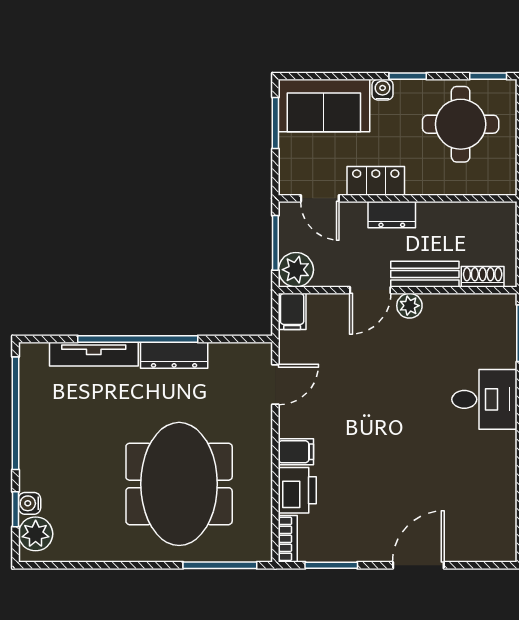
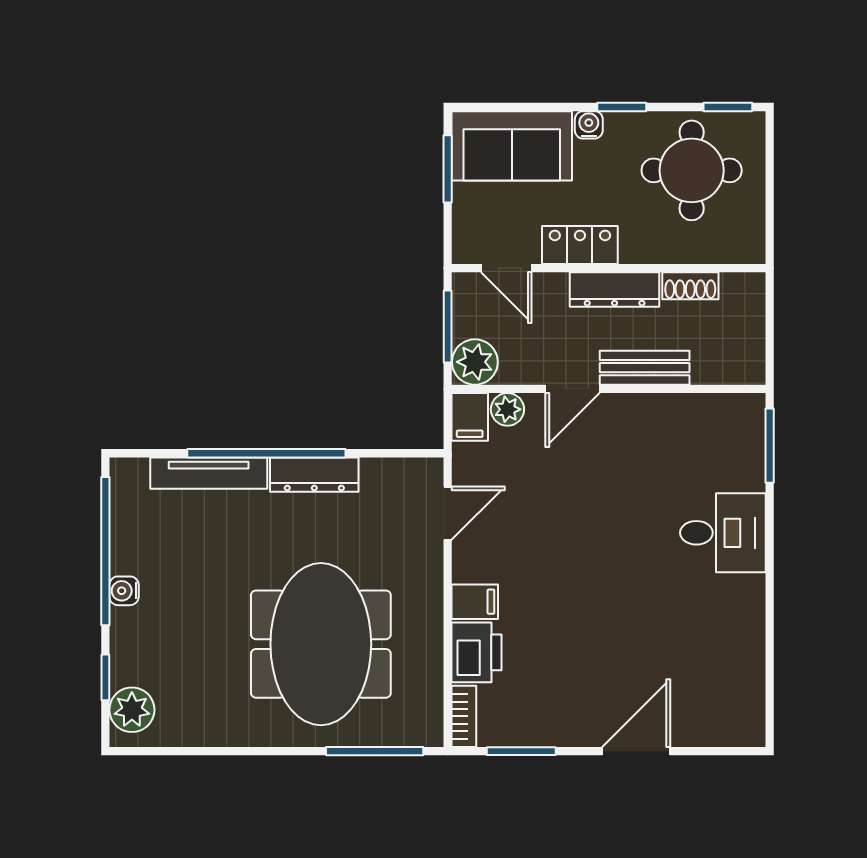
dresser: (392, 215) -> (615, 290), width x1.44
shoe rack: (483, 277) -> (690, 286), moved, turned 180
plant: (409, 306) -> (507, 409), moved
water cooler: (30, 503) -> (124, 591), moved

